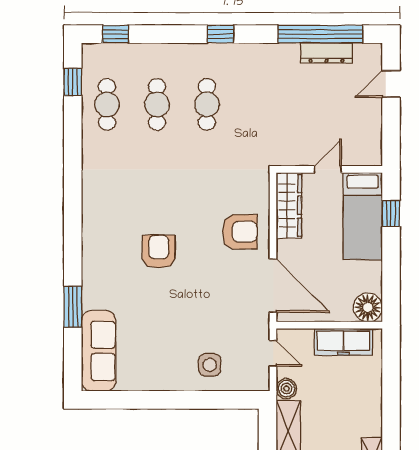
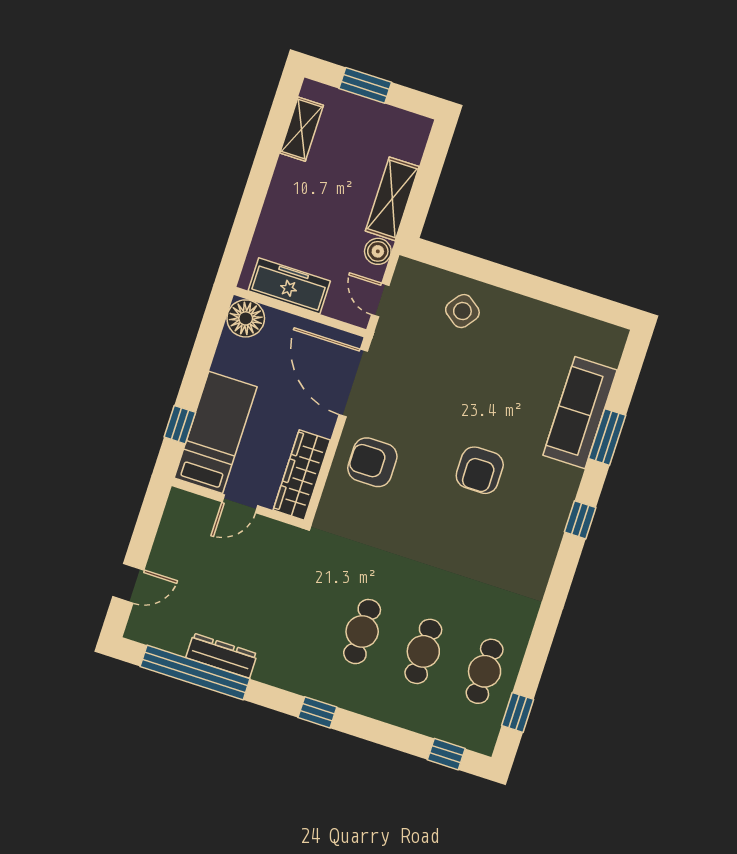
dresser: (327, 53) -> (222, 656), moved
window: (73, 239) -> (580, 520), added
sofa: (99, 351) -> (580, 413), moved
side table: (210, 365) -> (462, 311), turned 37

